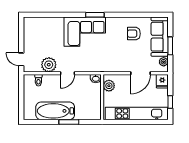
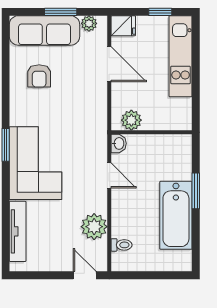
tv unit: (46, 21) -> (18, 231), added
door: (21, 59) -> (85, 275), swing flipped
door: (67, 73) -> (109, 176), moved
kitchen unit: (137, 114) -> (181, 56), width x0.73

